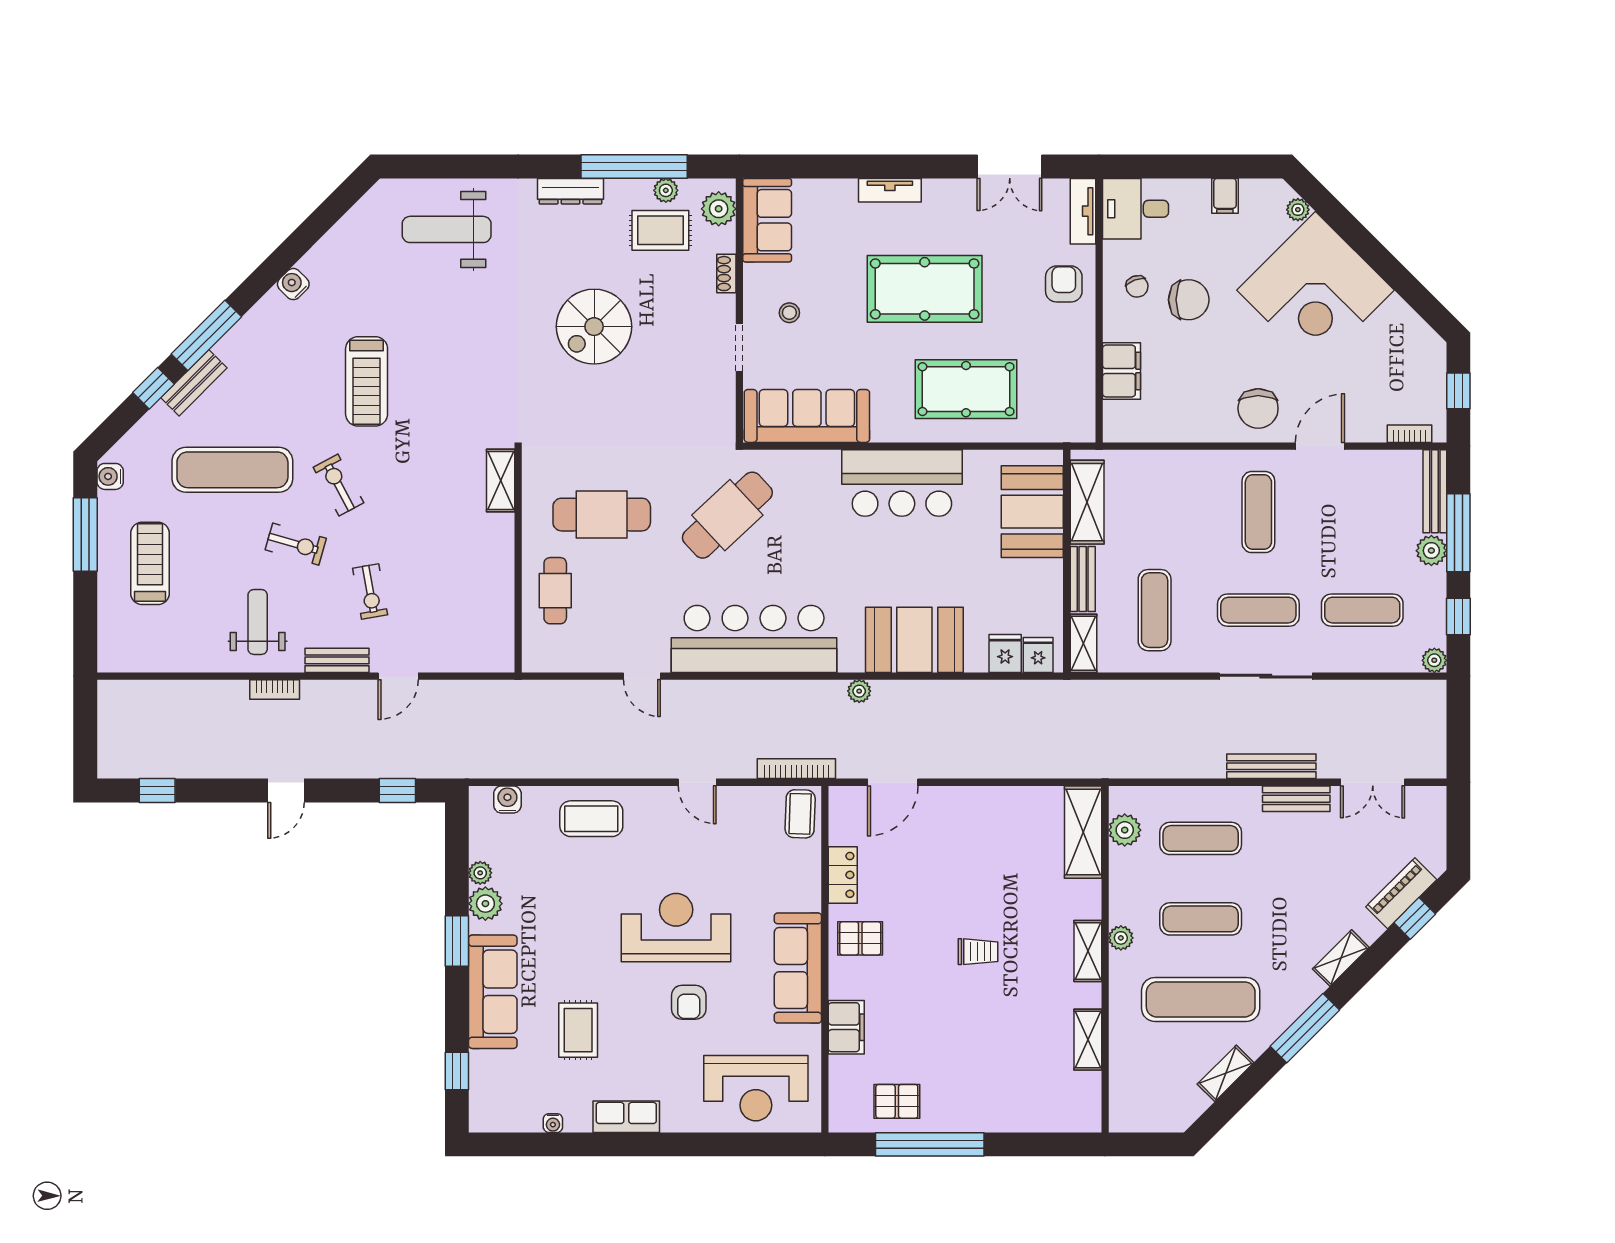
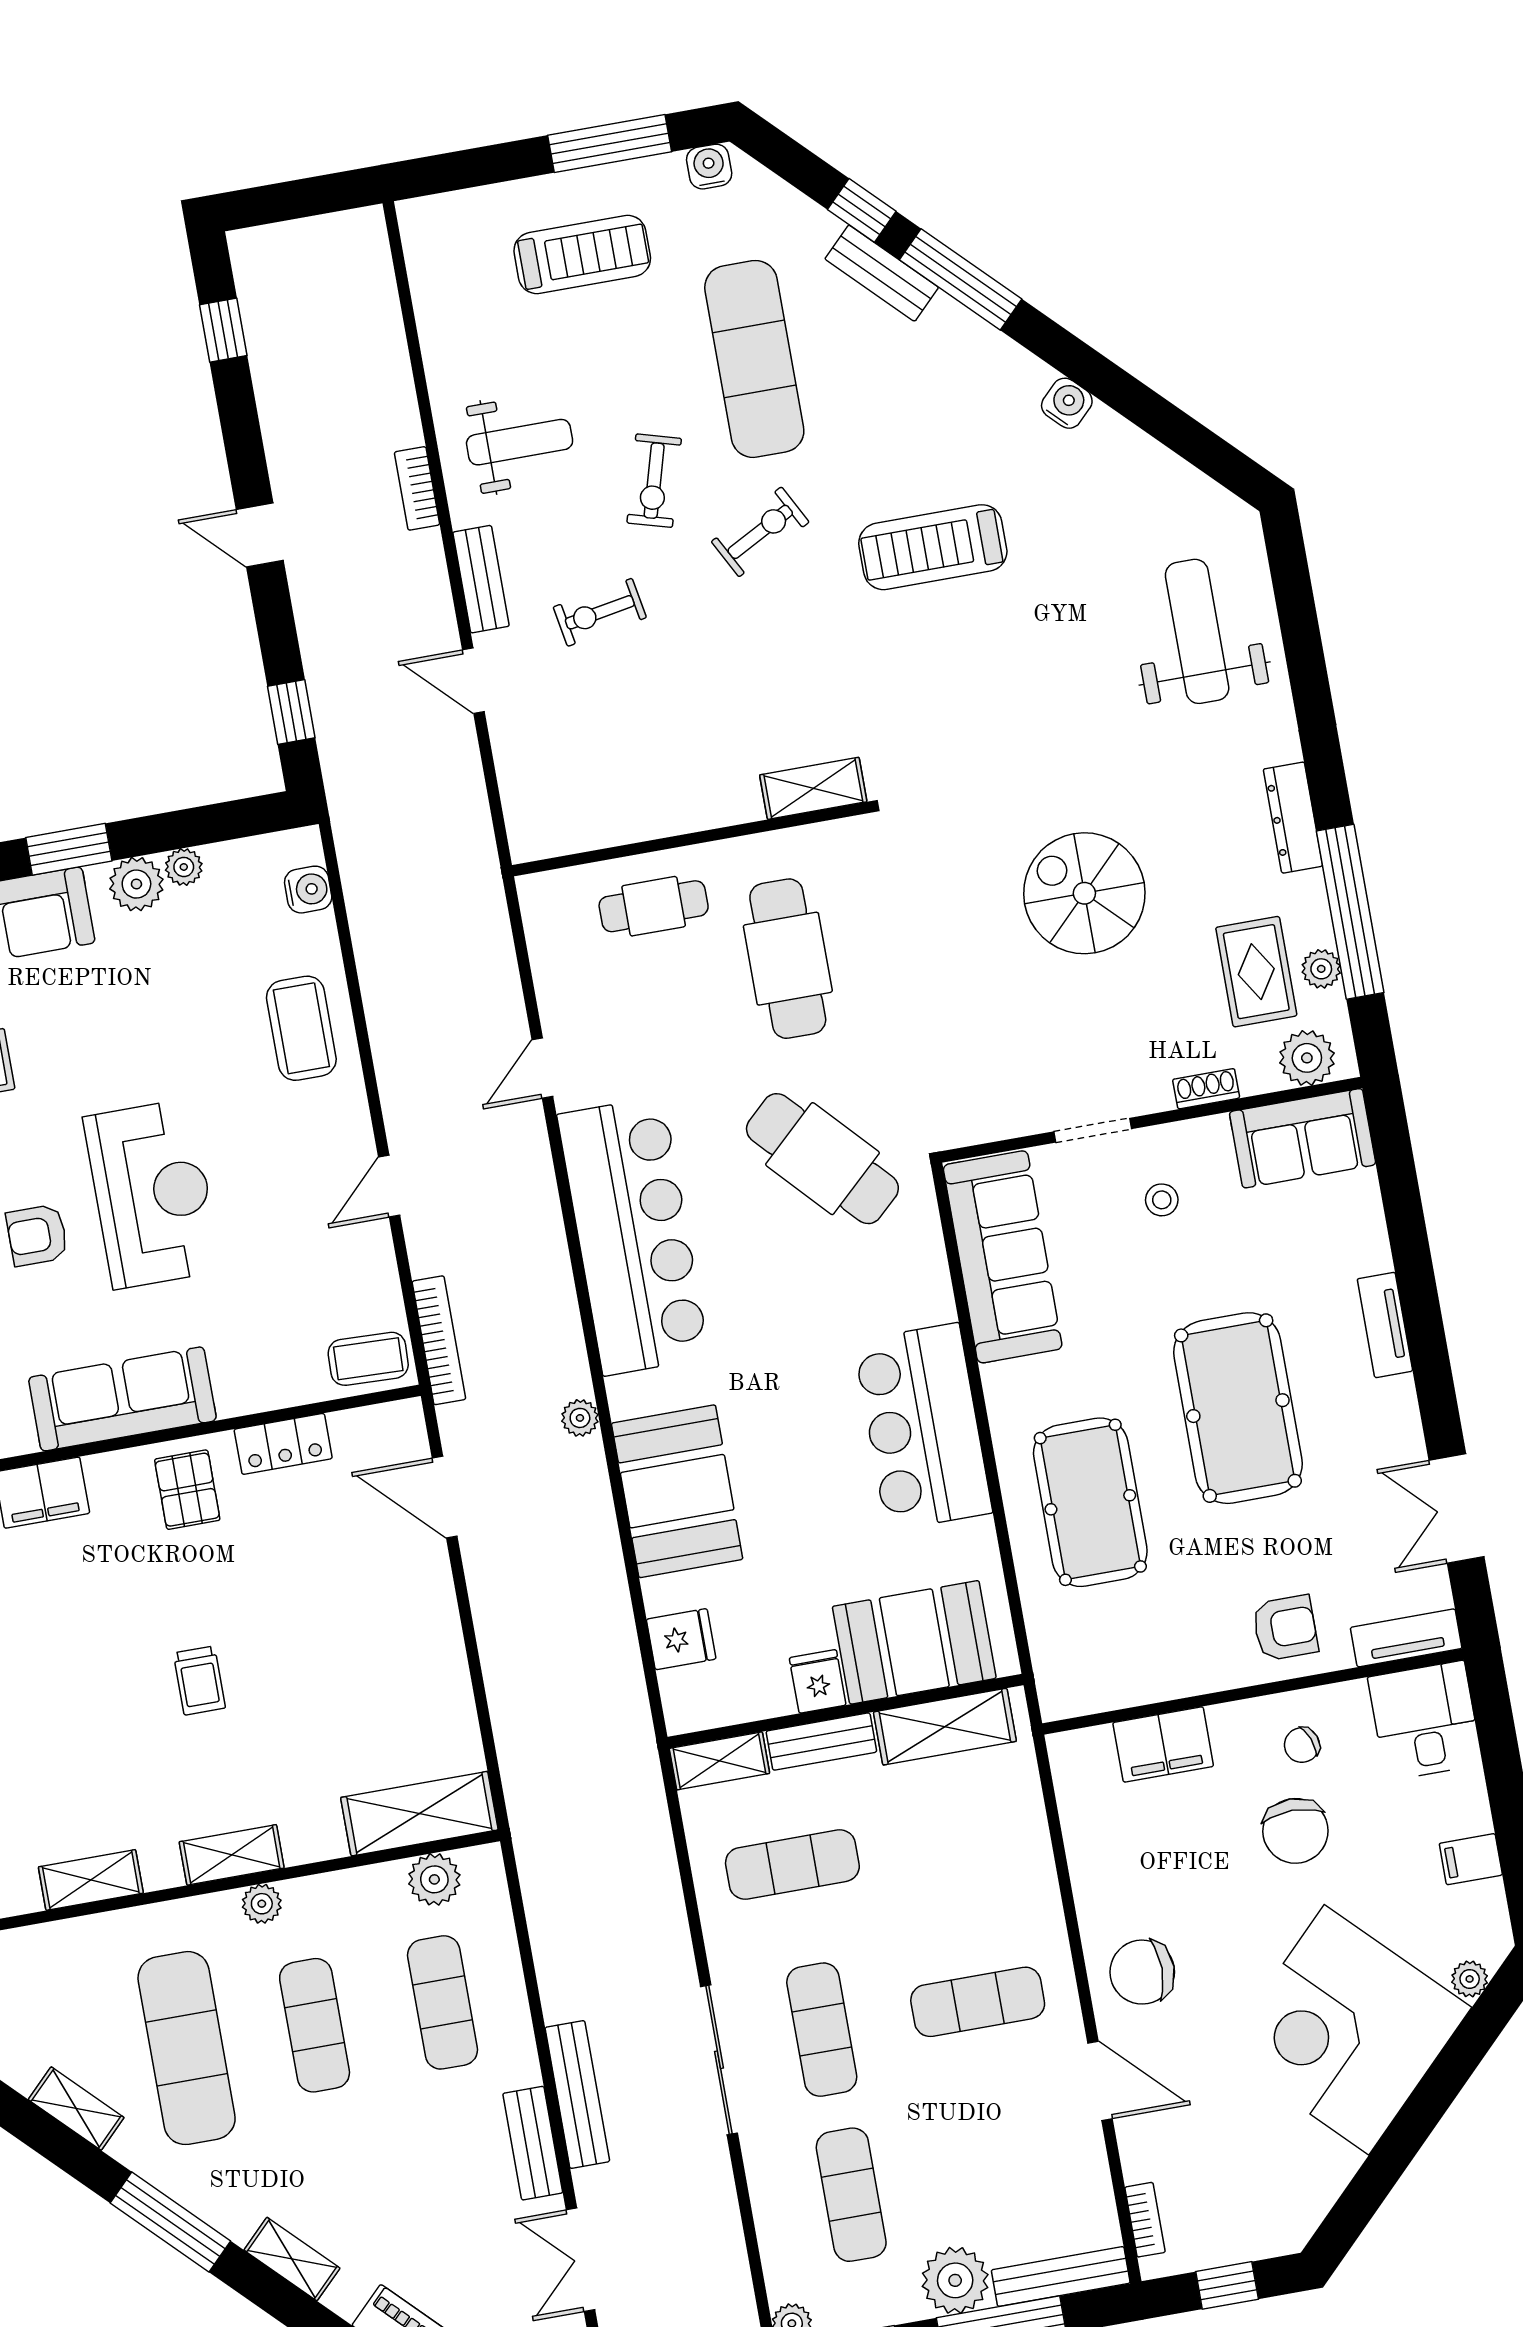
plant: (1431, 551) -> (955, 2280), width x1.36, depth x1.36
fridge: (1038, 655) -> (818, 1681), moved, turned -90

